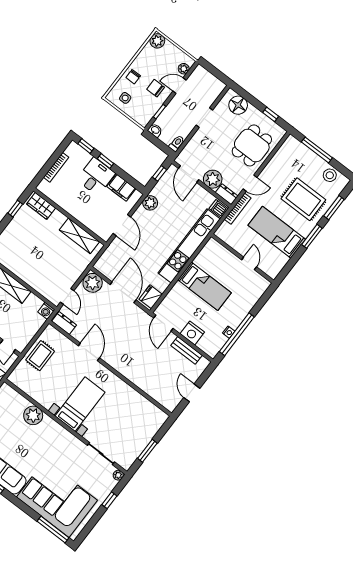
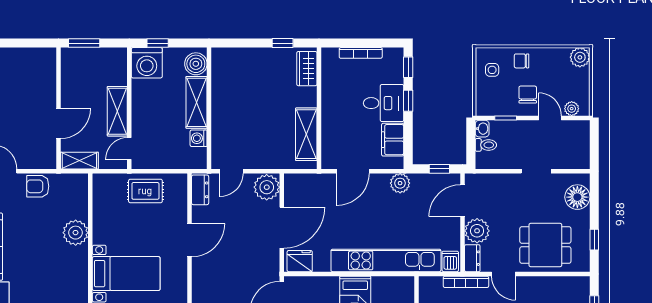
toilet: (177, 143) -> (486, 145), moved
washing machine: (46, 311) -> (199, 138), moved

